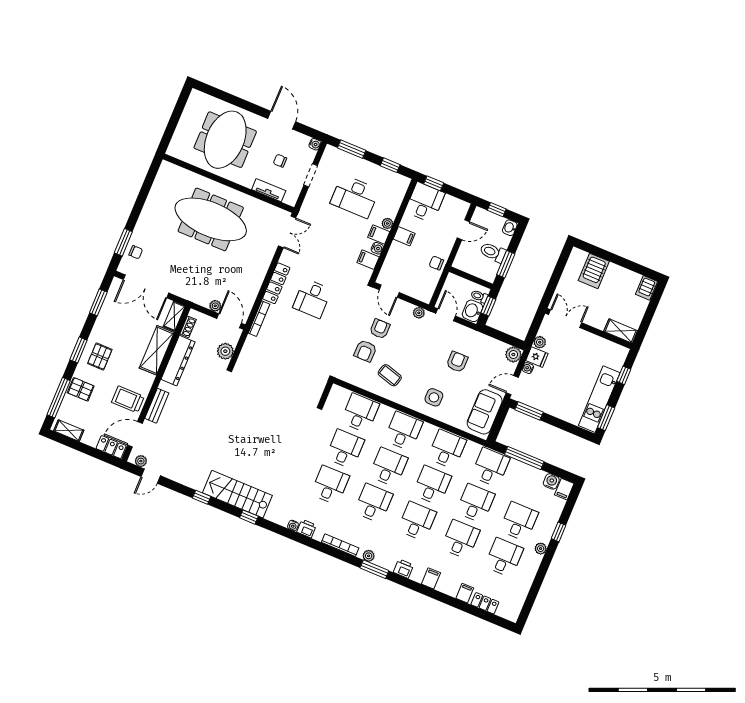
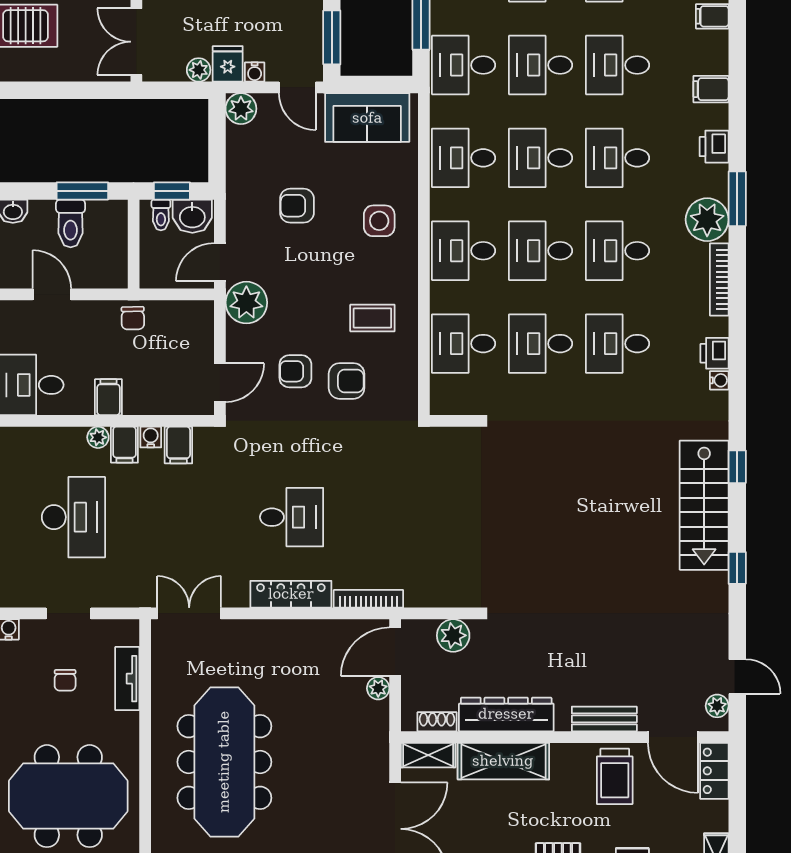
plant: (419, 313) -> (246, 303), width x1.88, depth x1.88
coffee table: (390, 375) -> (372, 318), turned 74
plant: (369, 556) -> (707, 220), width x1.88, depth x1.88

